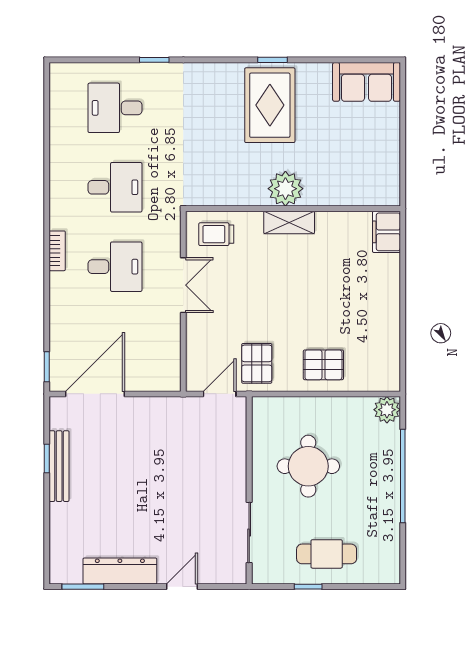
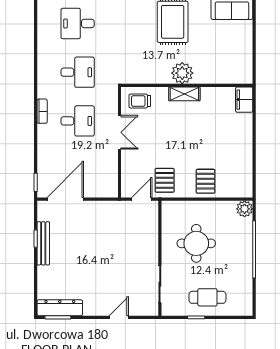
pallet: (323, 365) -> (206, 181), turned 90
dresser: (120, 571) -> (60, 308), moved

